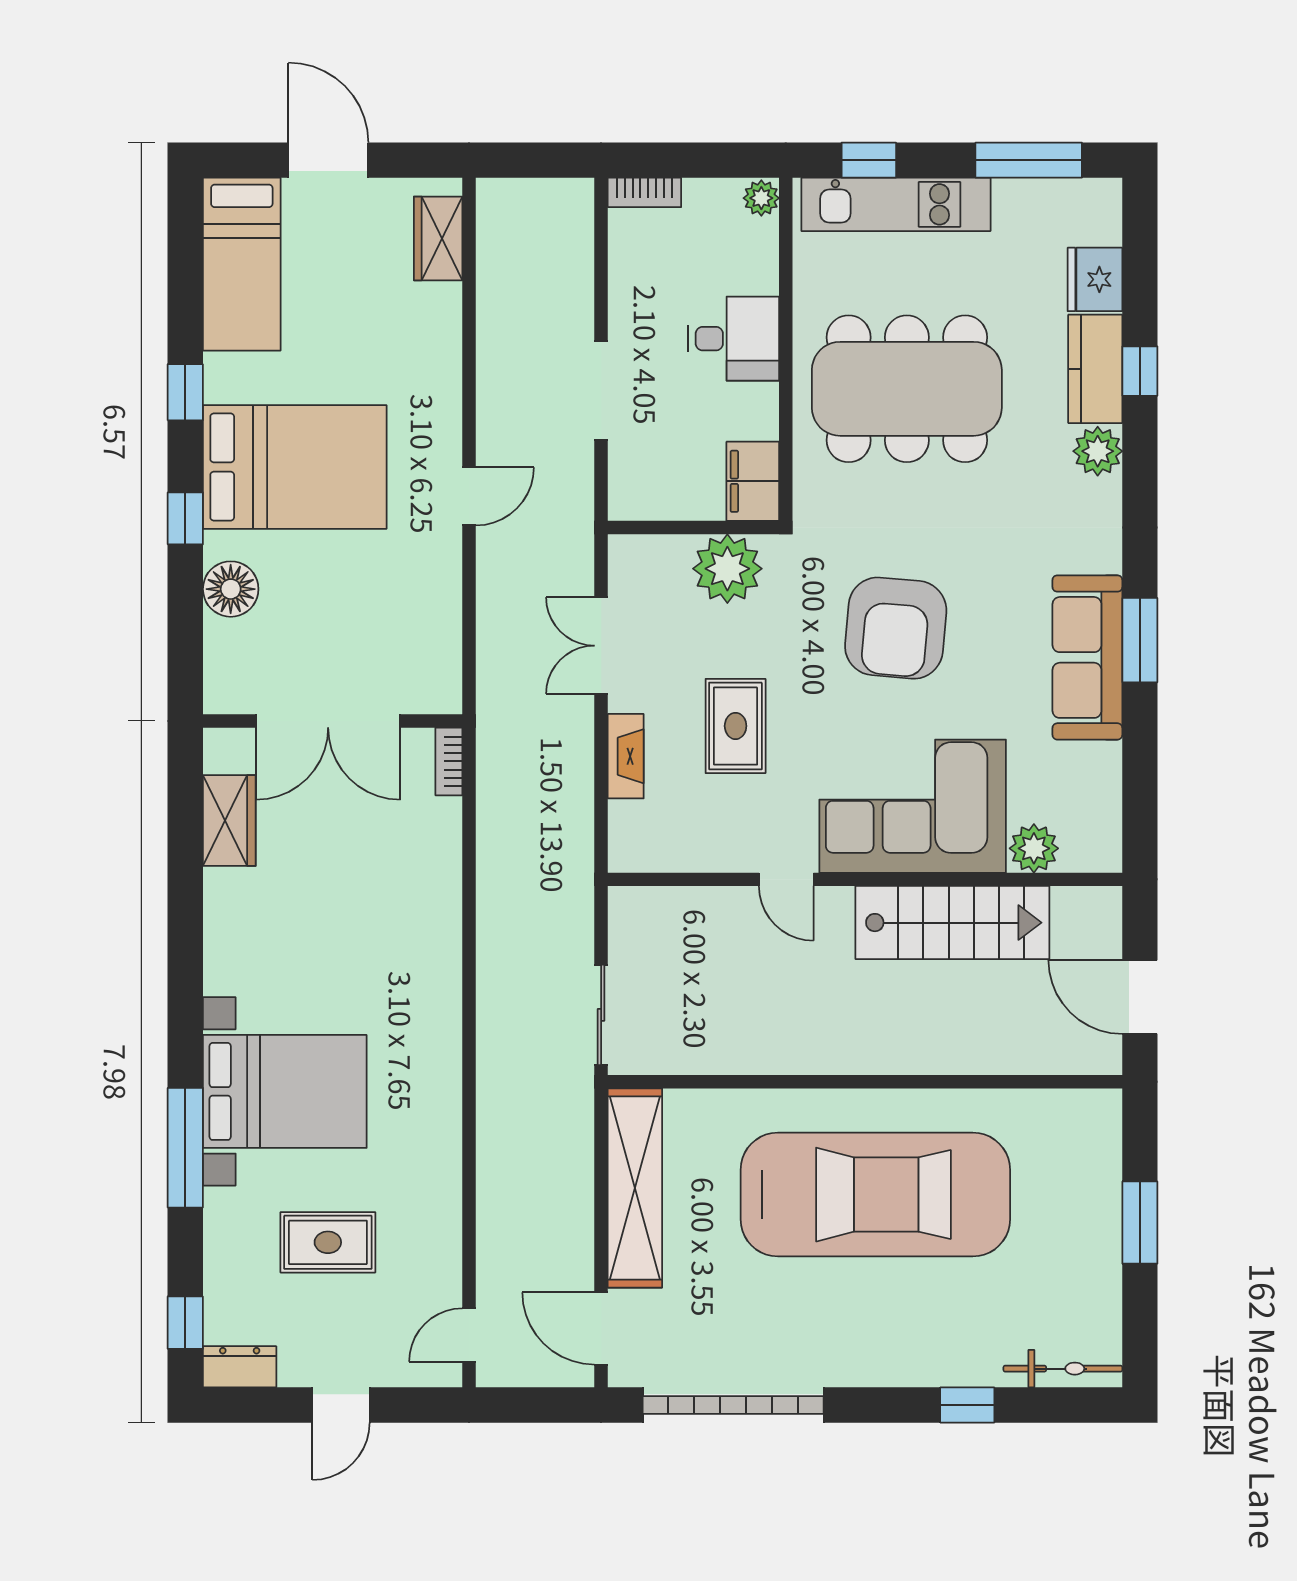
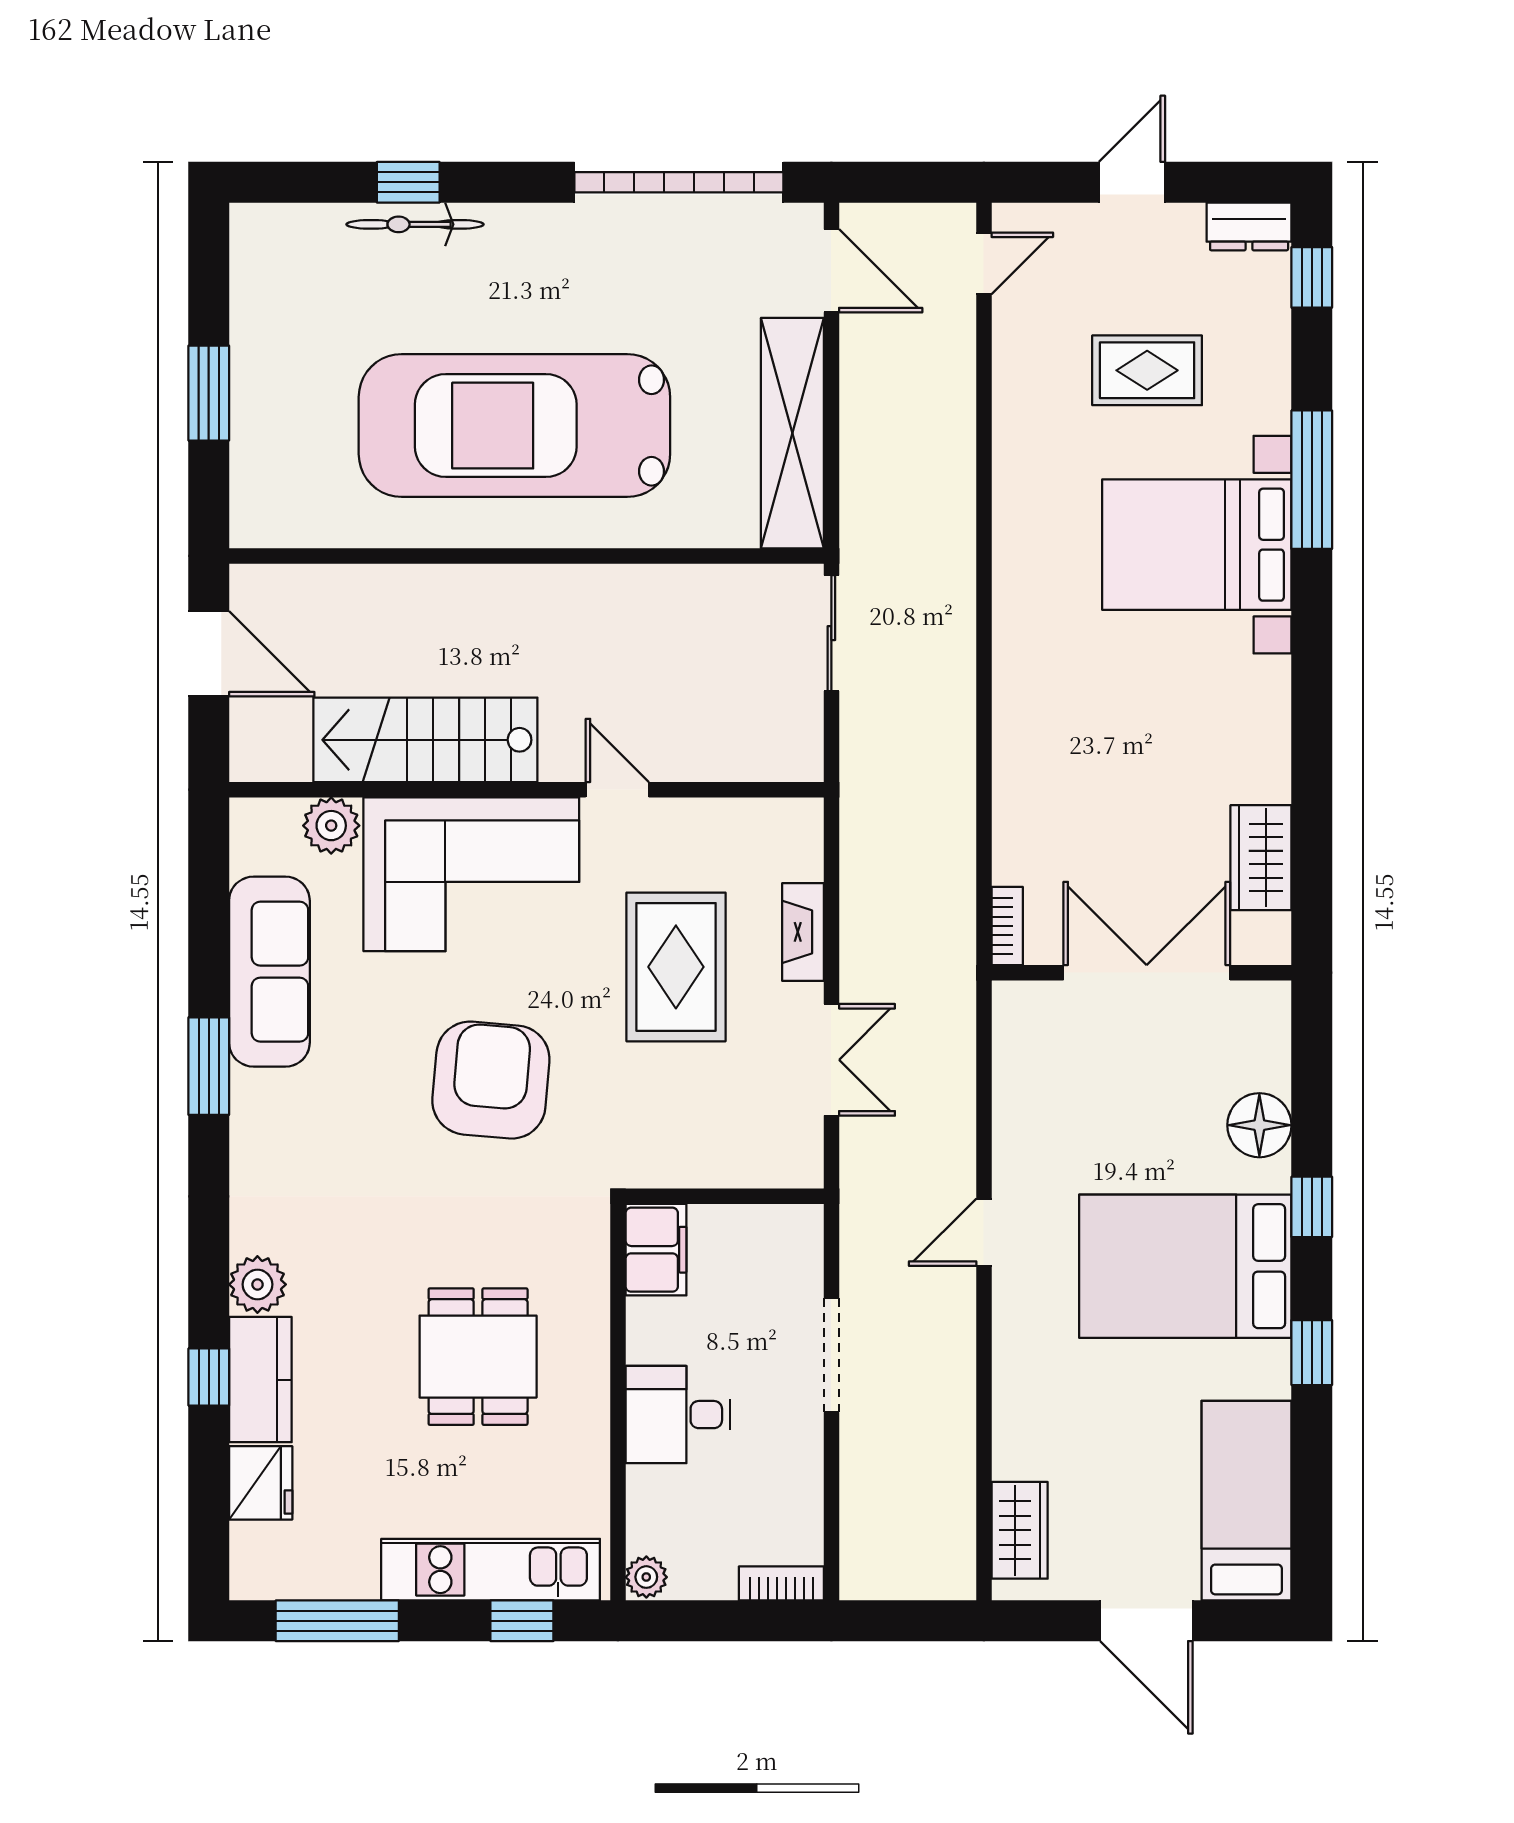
dining table: (907, 389) -> (478, 1357), width x0.53, depth x0.80
plant: (727, 569) -> (685, 1149), removed
sofa: (1087, 657) -> (269, 972), moved
rug: (736, 726) -> (676, 967), width x1.36, depth x1.43
bicycle: (1063, 1369) -> (415, 224), moved

